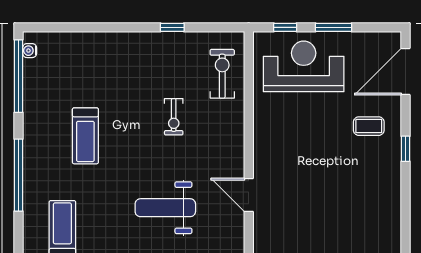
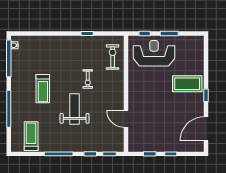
door: (406, 72) -> (206, 129), moved
coffee table: (369, 126) -> (187, 84), width x1.86, depth x1.72
weight bench: (165, 208) -> (75, 109), moved, turned 90

